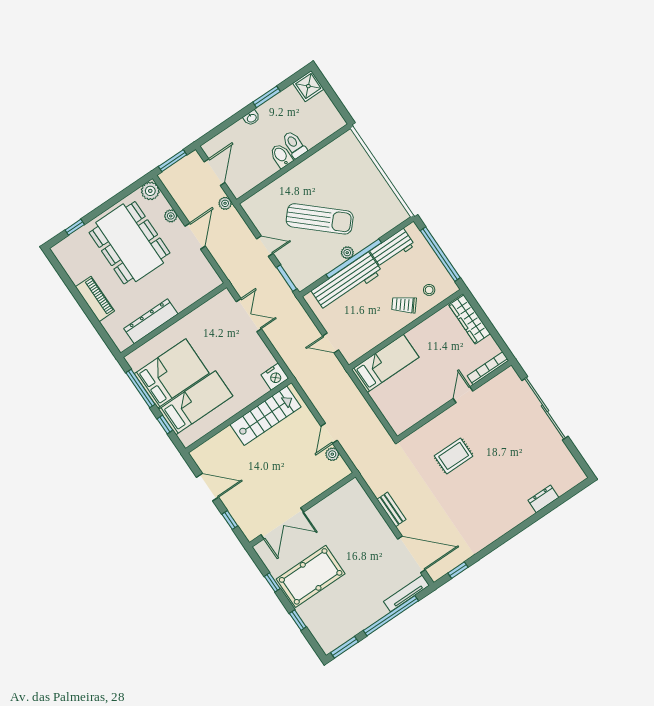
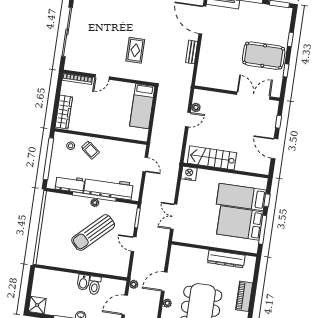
toilet: (294, 145) -> (95, 285), moved
sun lounger: (320, 219) -> (93, 233), turned -86
bed: (385, 363) -> (142, 106), moved, turned -90
rug: (454, 456) -> (135, 50), turned 90

